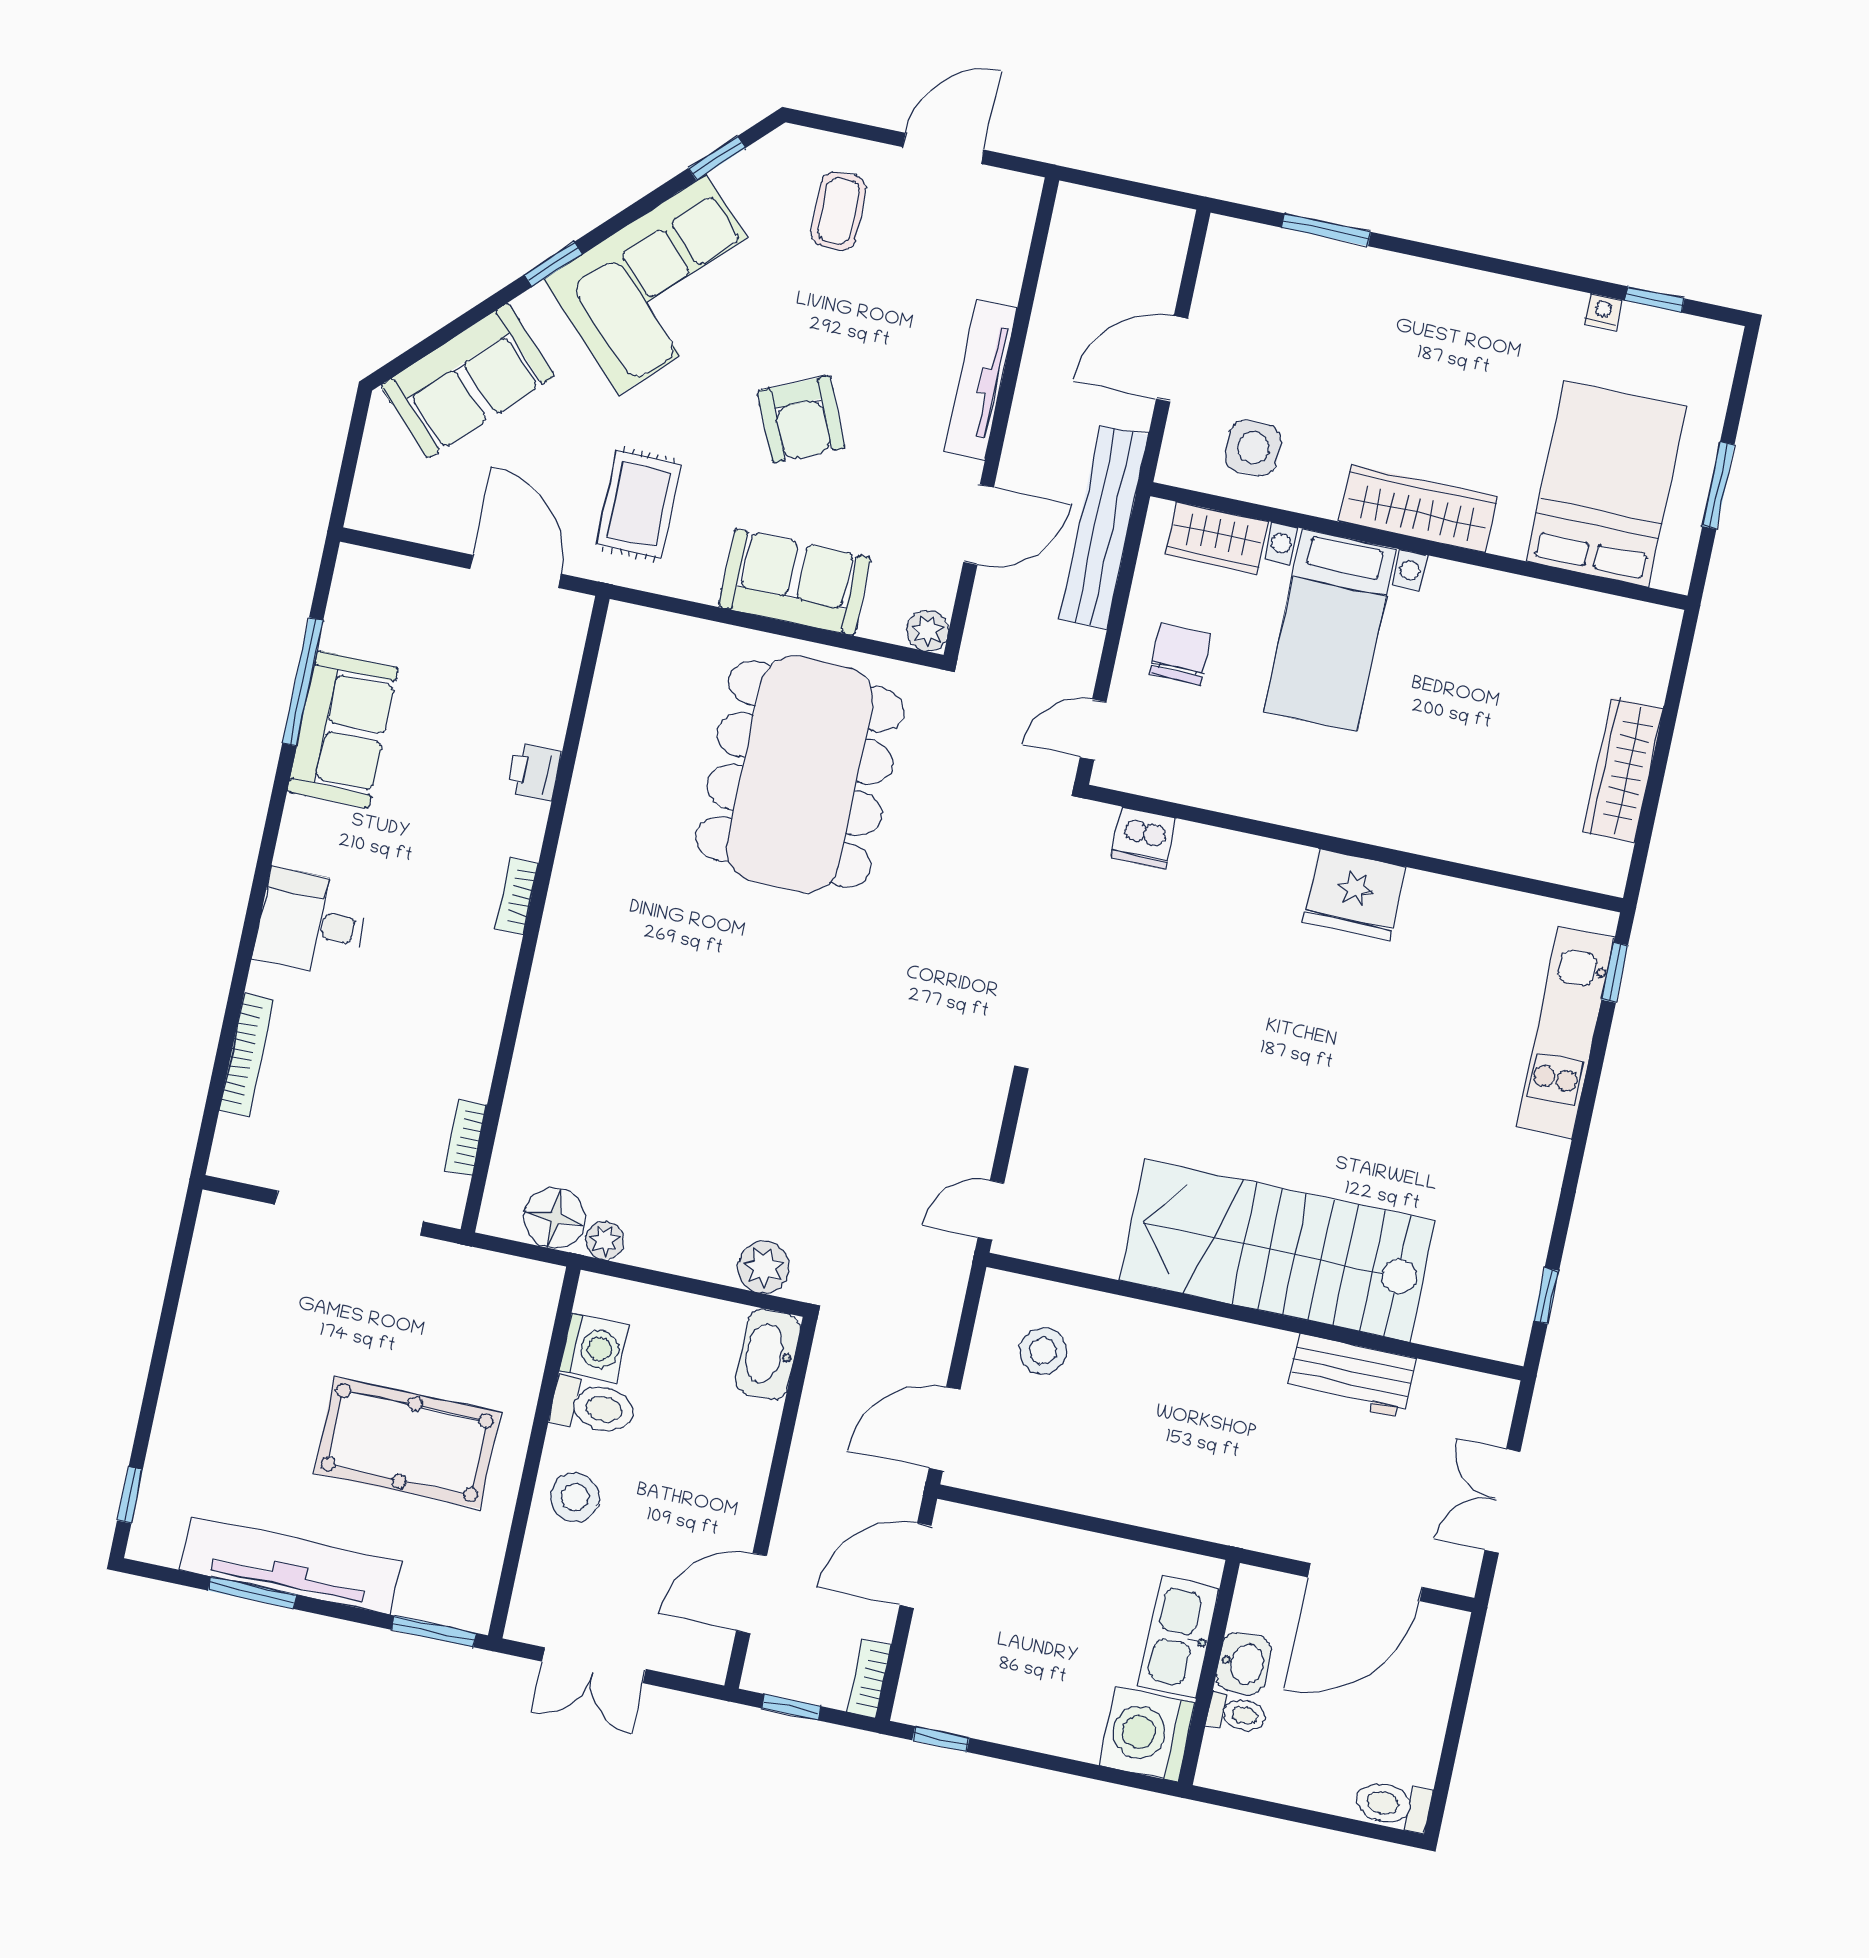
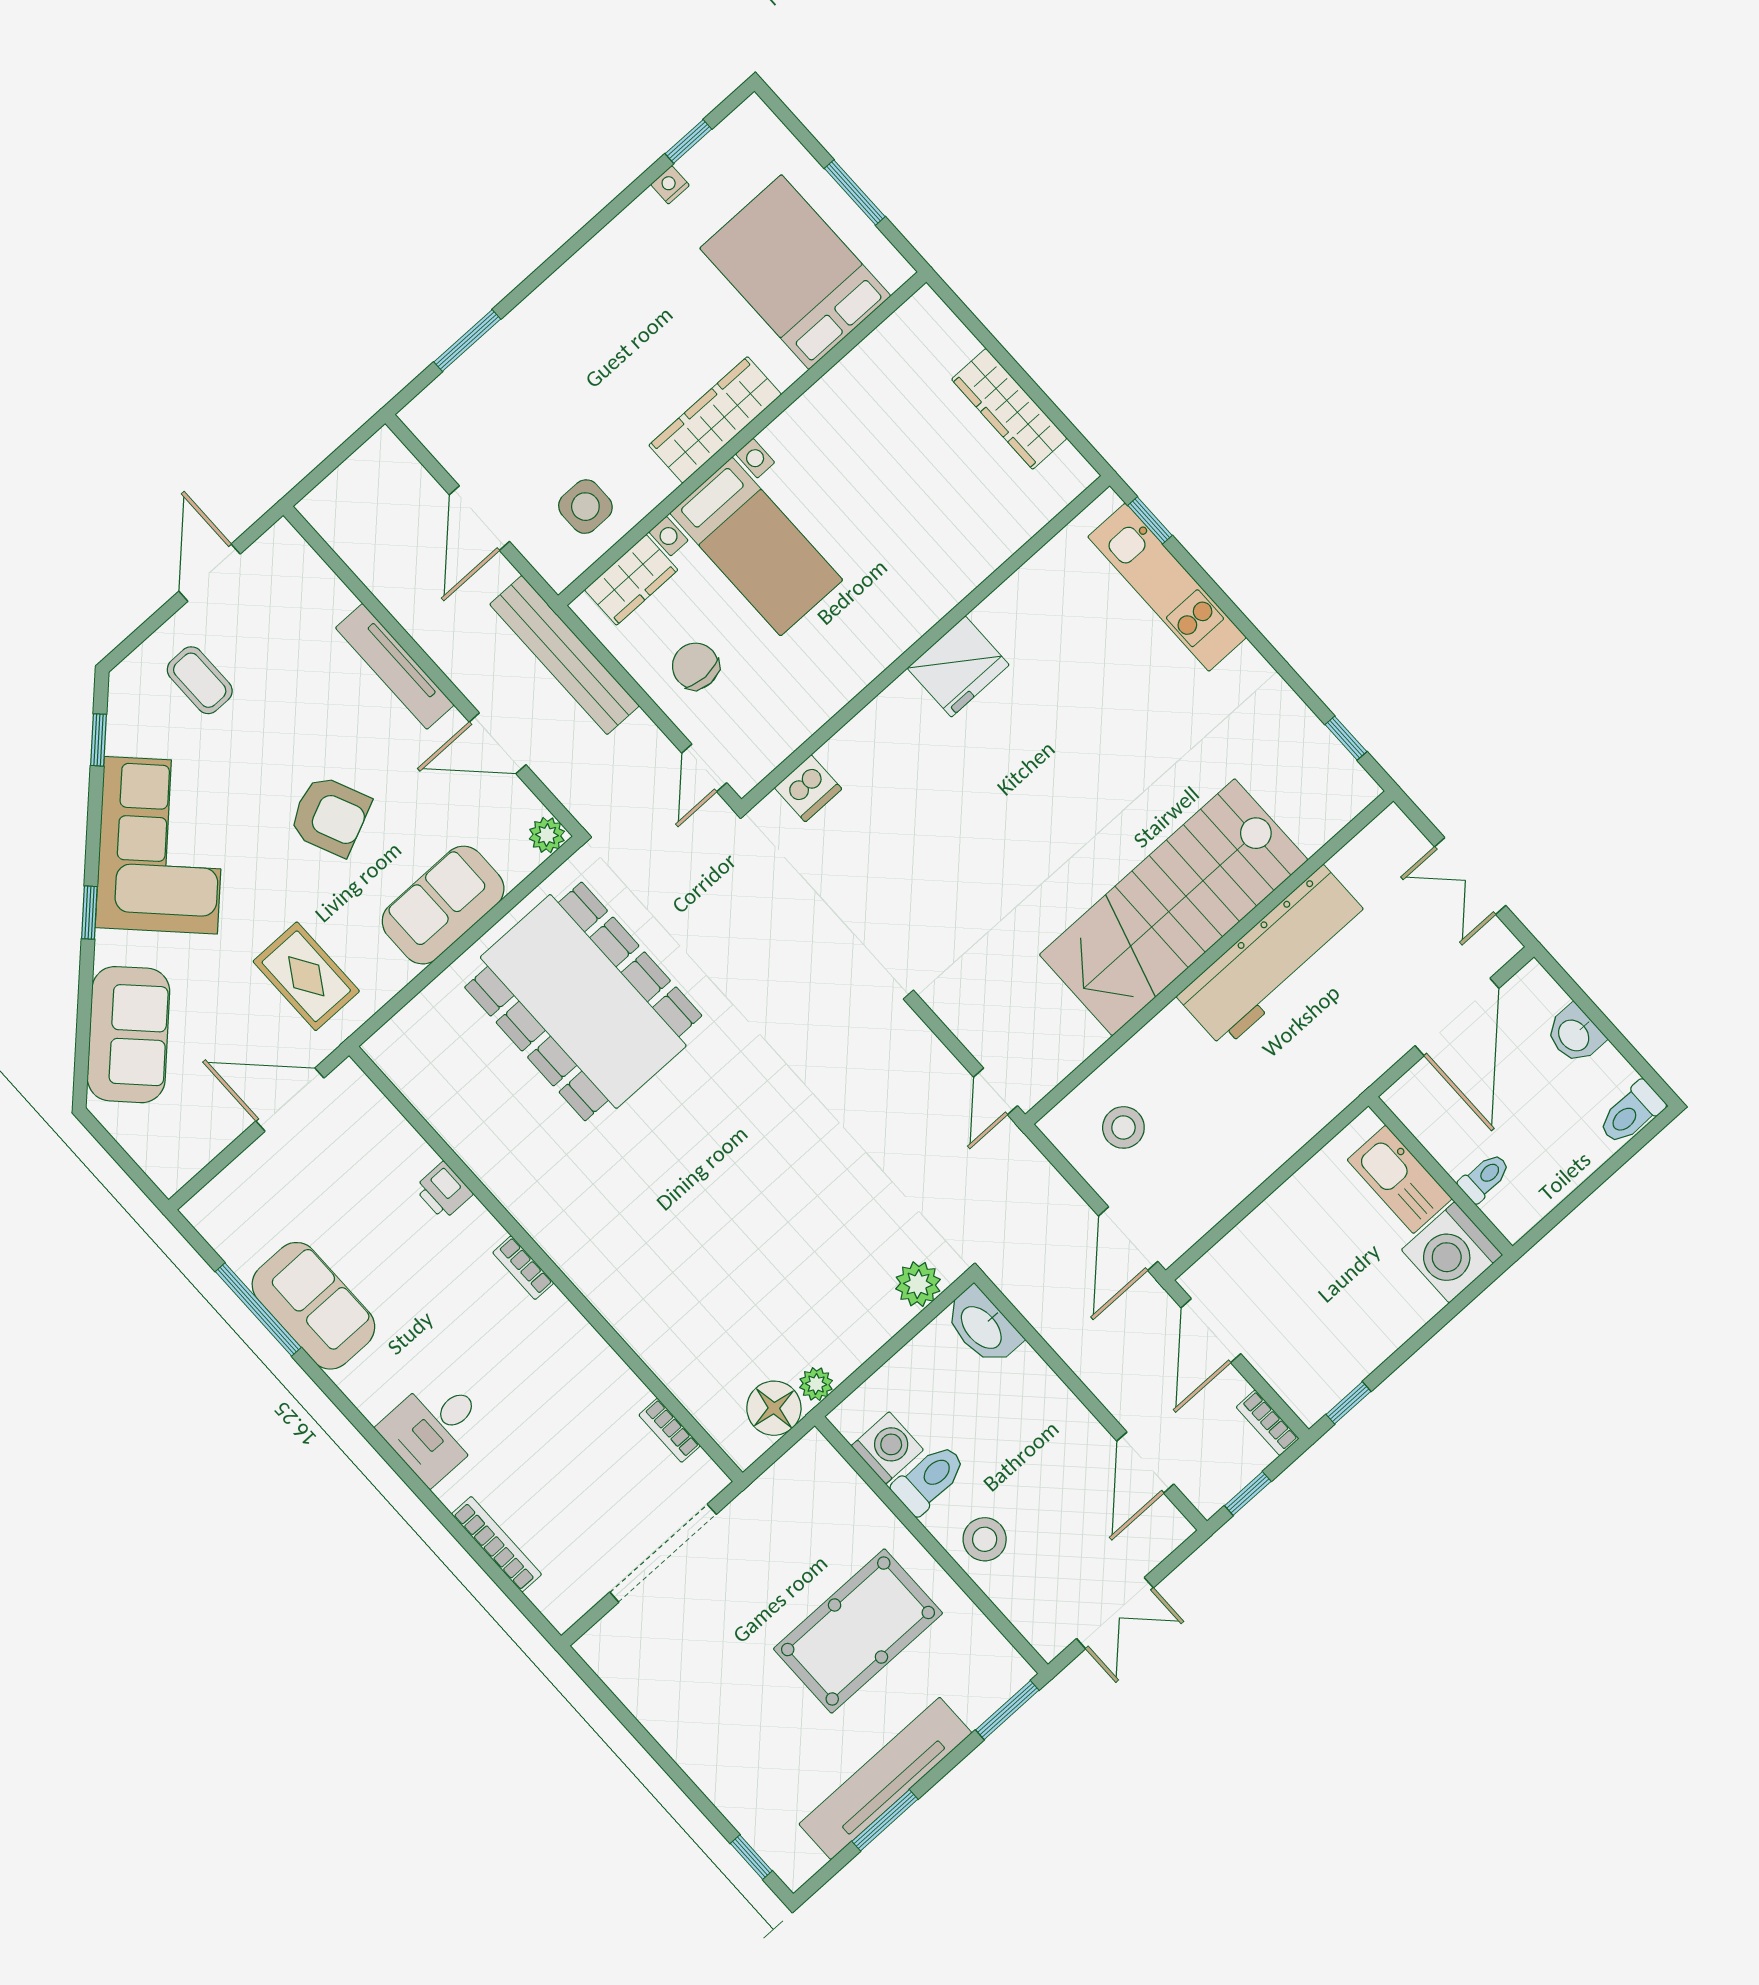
door: (979, 525) -> (498, 743), swing flipped
workbench: (1351, 1376) -> (1274, 957), width x1.88, depth x1.32
washbasin: (1244, 1663) -> (1575, 1035), moved, turned 180

